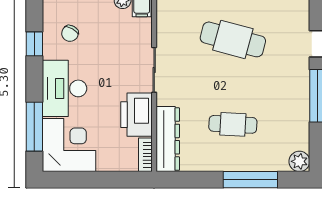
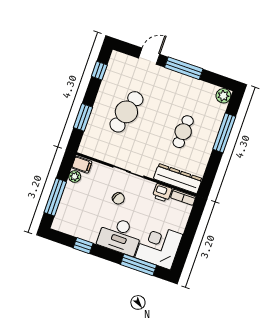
chair: (70, 33) -> (118, 198), moved
printer: (136, 115) -> (162, 193), width x0.53, depth x0.68

